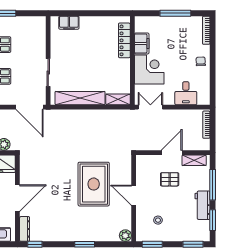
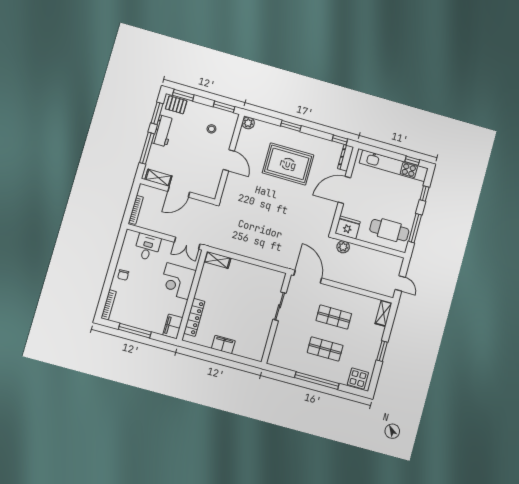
filing cabinet: (69, 23) -> (223, 345), moved
filing cabinet: (142, 43) -> (173, 326), moved
shelving: (80, 98) -> (255, 272), removed
pallet: (170, 179) -> (176, 105), moved
rug: (94, 184) -> (288, 164), moved, turned 90

